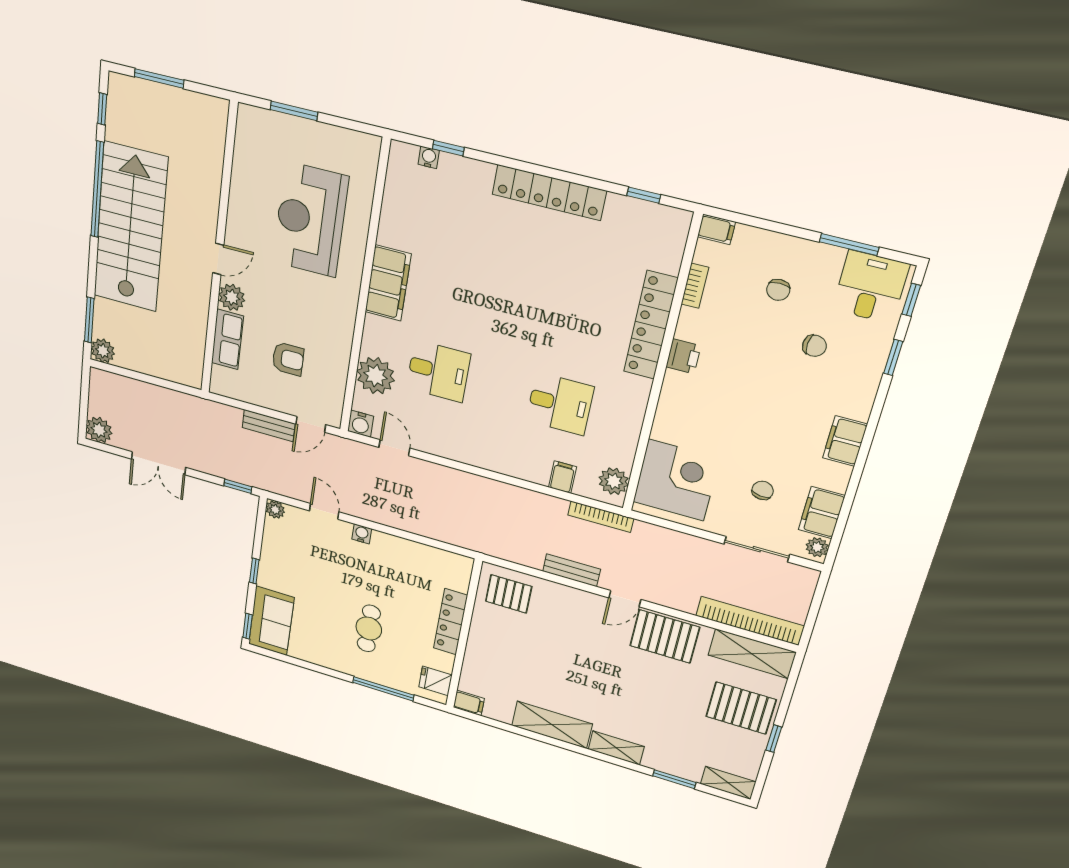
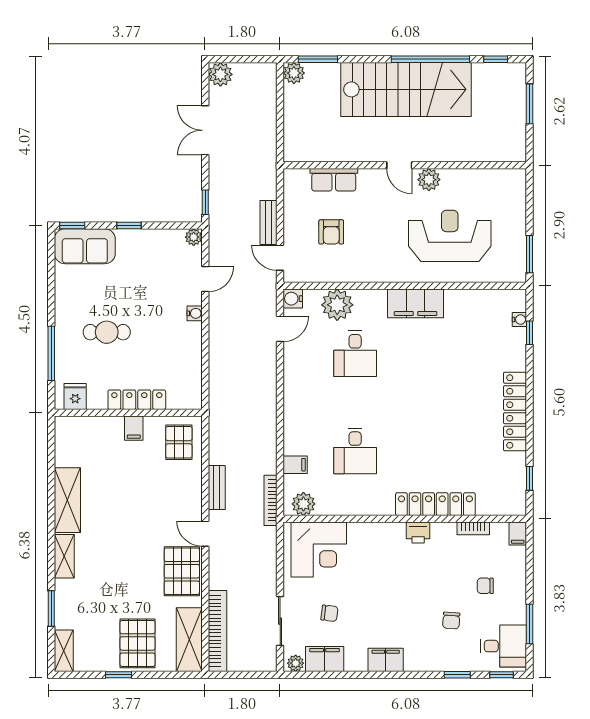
window: (294, 111) -> (530, 254), moved
plant: (232, 297) -> (429, 180), moved
filing cabinet: (469, 703) -> (134, 428), moved

